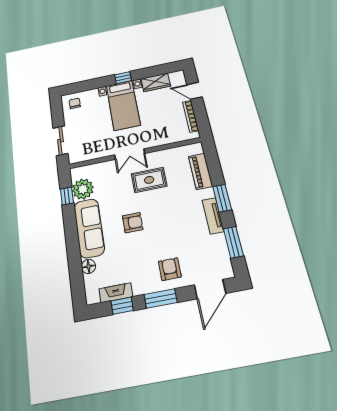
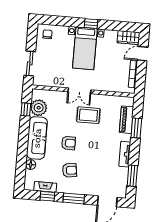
wardrobe: (156, 82) -> (129, 38), moved
door: (195, 91) -> (143, 54), hinge flipped
window: (222, 198) -> (136, 128), moved
armchair: (170, 269) -> (70, 170), moved, turned 83

